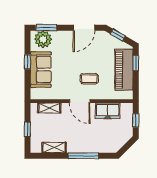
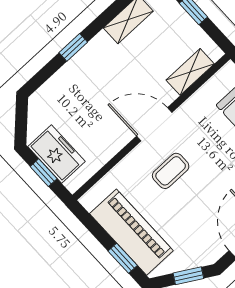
freezer: (108, 111) -> (57, 154), moved, turned 90
window: (83, 156) -> (73, 47), width x0.46

